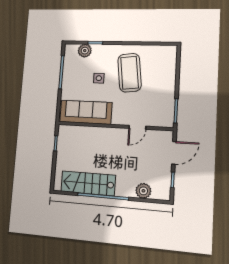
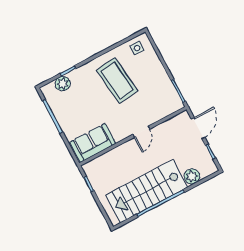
side table: (99, 78) -> (137, 48), moved
sofa: (86, 112) -> (93, 143), width x0.73
door: (137, 127) -> (141, 132), moved
stairs: (88, 183) -> (147, 191), width x1.36, depth x1.51

